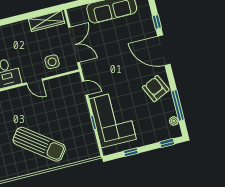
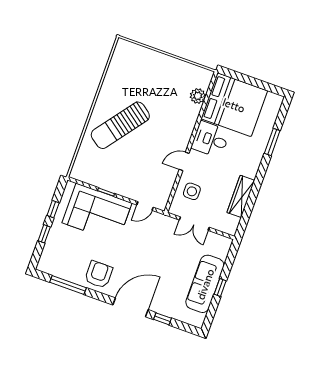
wardrobe: (47, 21) -> (241, 196), moved
double door: (74, 45) -> (194, 224), width x0.73
armchair: (156, 89) -> (99, 275), turned -65
plant: (174, 121) -> (55, 271), removed
window: (167, 143) -> (44, 234), moved

